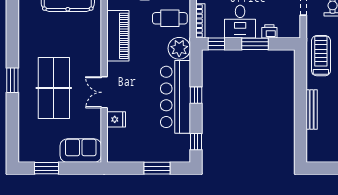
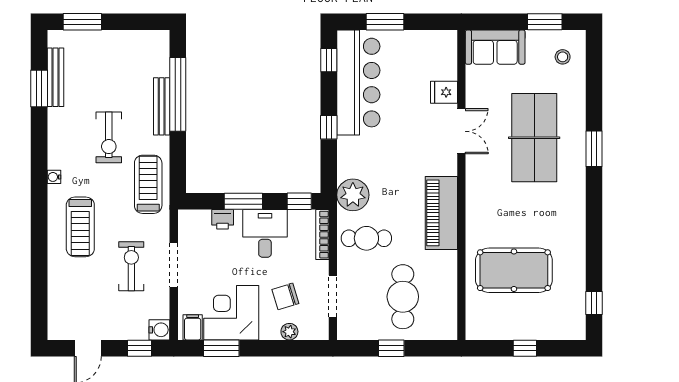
treadmill: (321, 56) -> (148, 184), turned 180
bar counter: (175, 97) -> (358, 83), moved
window: (300, 118) -> (178, 94), added
stool: (34, 144) -> (563, 57), added

